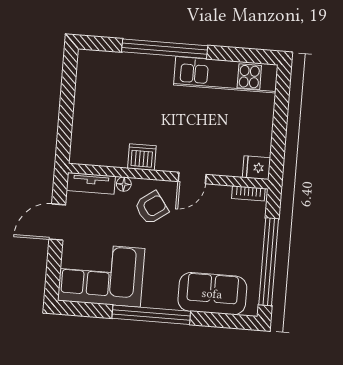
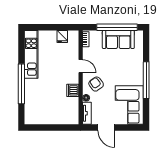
fridge: (256, 168) -> (62, 37), moved
sofa: (212, 294) -> (118, 39), moved, turned -90

